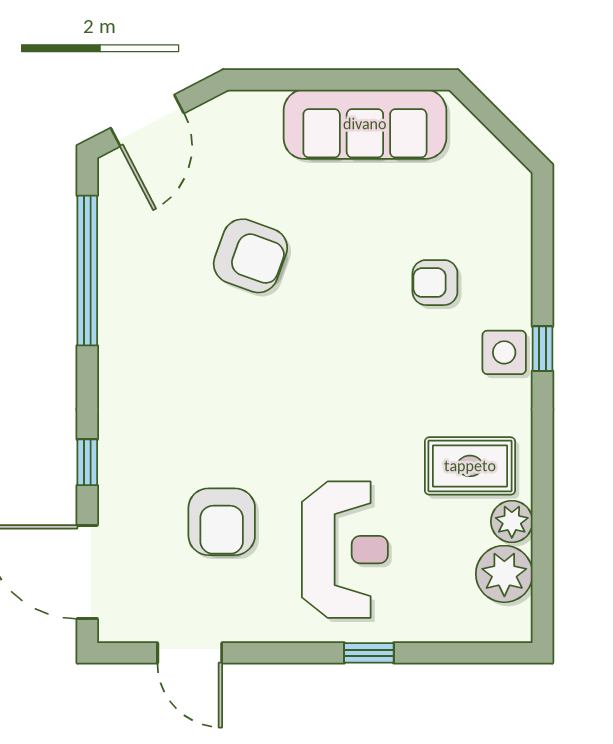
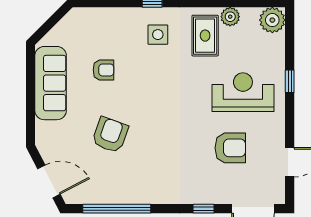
armchair: (435, 283) -> (103, 70), moved, turned -90
side table: (504, 352) -> (158, 35), moved
plant: (504, 574) -> (272, 20), moved

